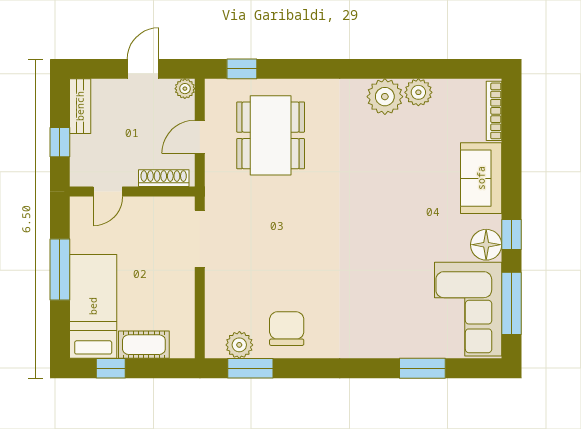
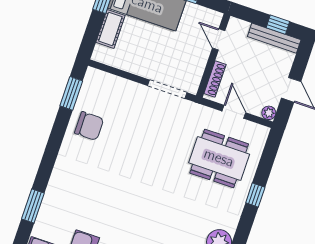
window: (242, 69) -> (255, 195), moved
bench: (80, 106) -> (274, 38), width x1.36
window: (60, 142) -> (278, 25), moved
plant: (239, 345) -> (89, 91), removed

